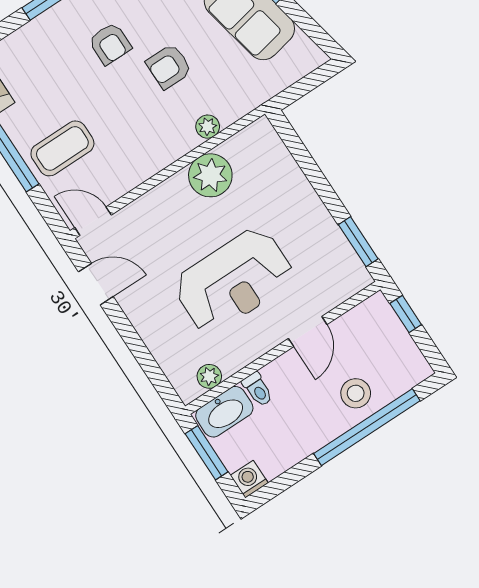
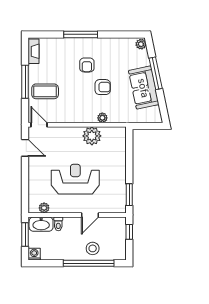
armchair: (169, 66) -> (103, 87), turned 180
reception desk: (234, 281) -> (75, 179), turned 180

